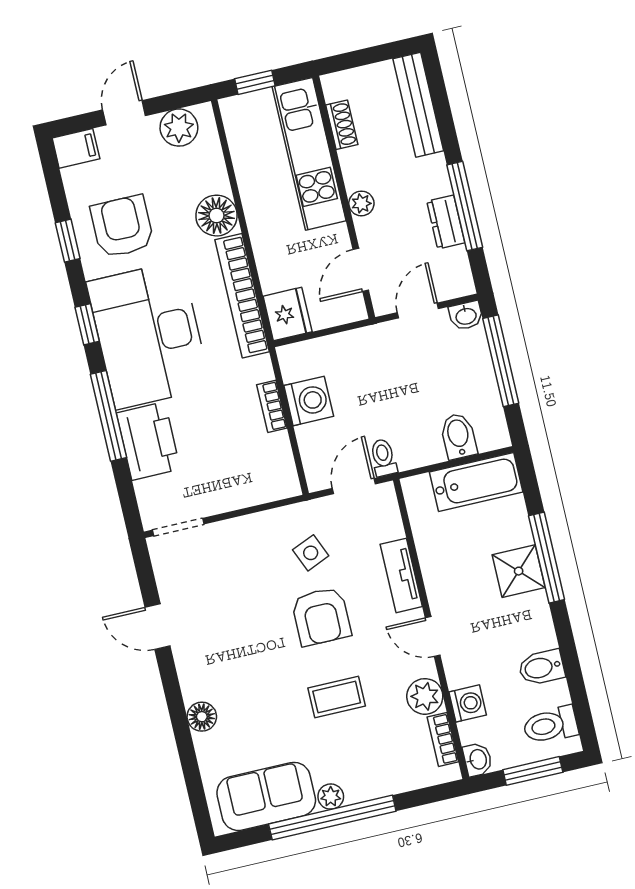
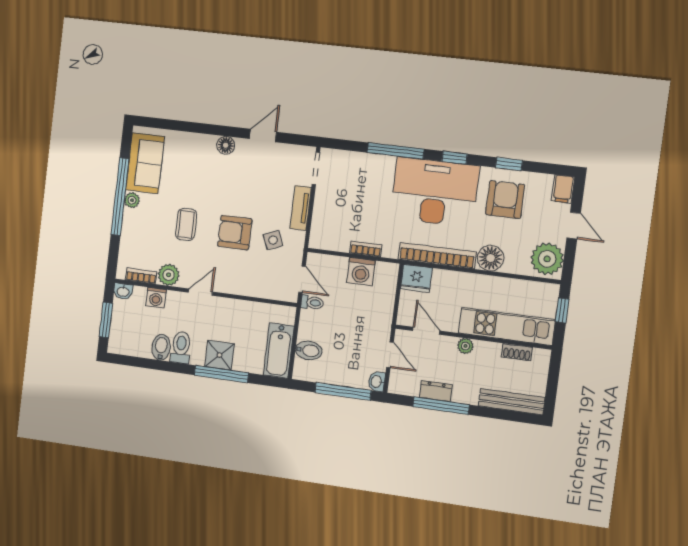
plant: (179, 128) -> (547, 259), width x1.36, depth x1.36
armchair: (122, 227) -> (505, 200), turned -90
printer: (148, 441) -> (372, 169), removed
tv unit: (401, 575) -> (301, 208), moved, turned -90
floor lamp: (202, 717) -> (226, 145), moved
toilet: (551, 725) -> (181, 347), moved

